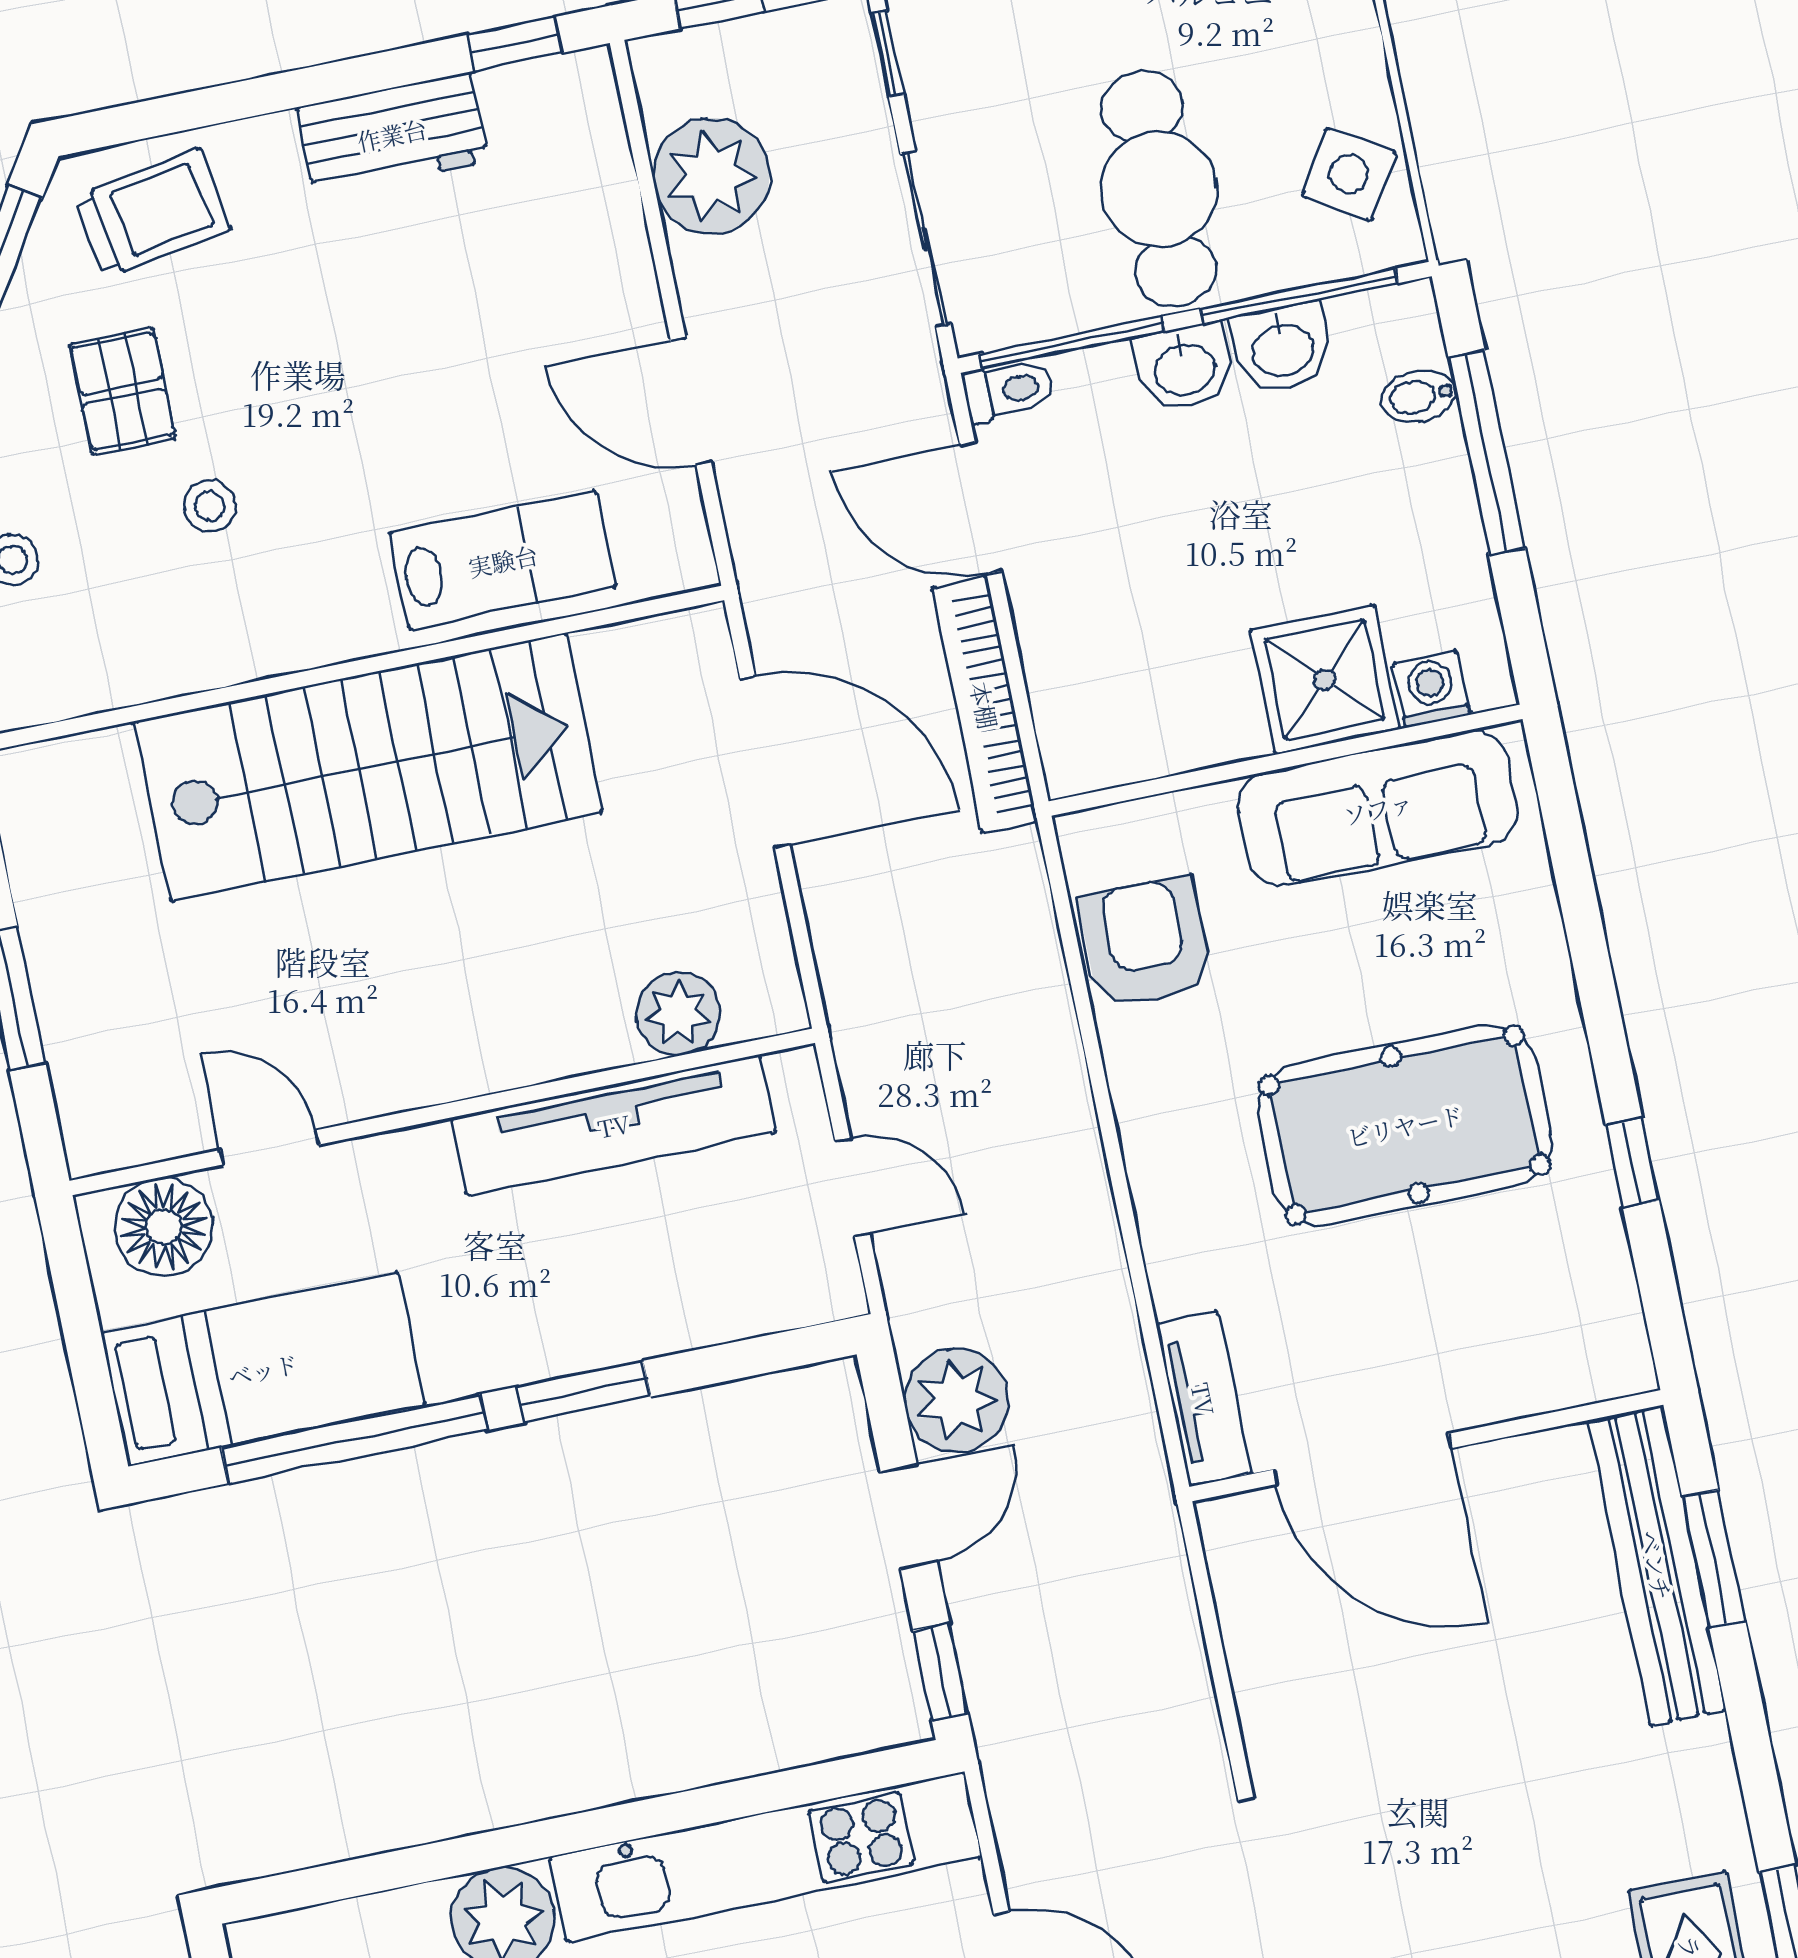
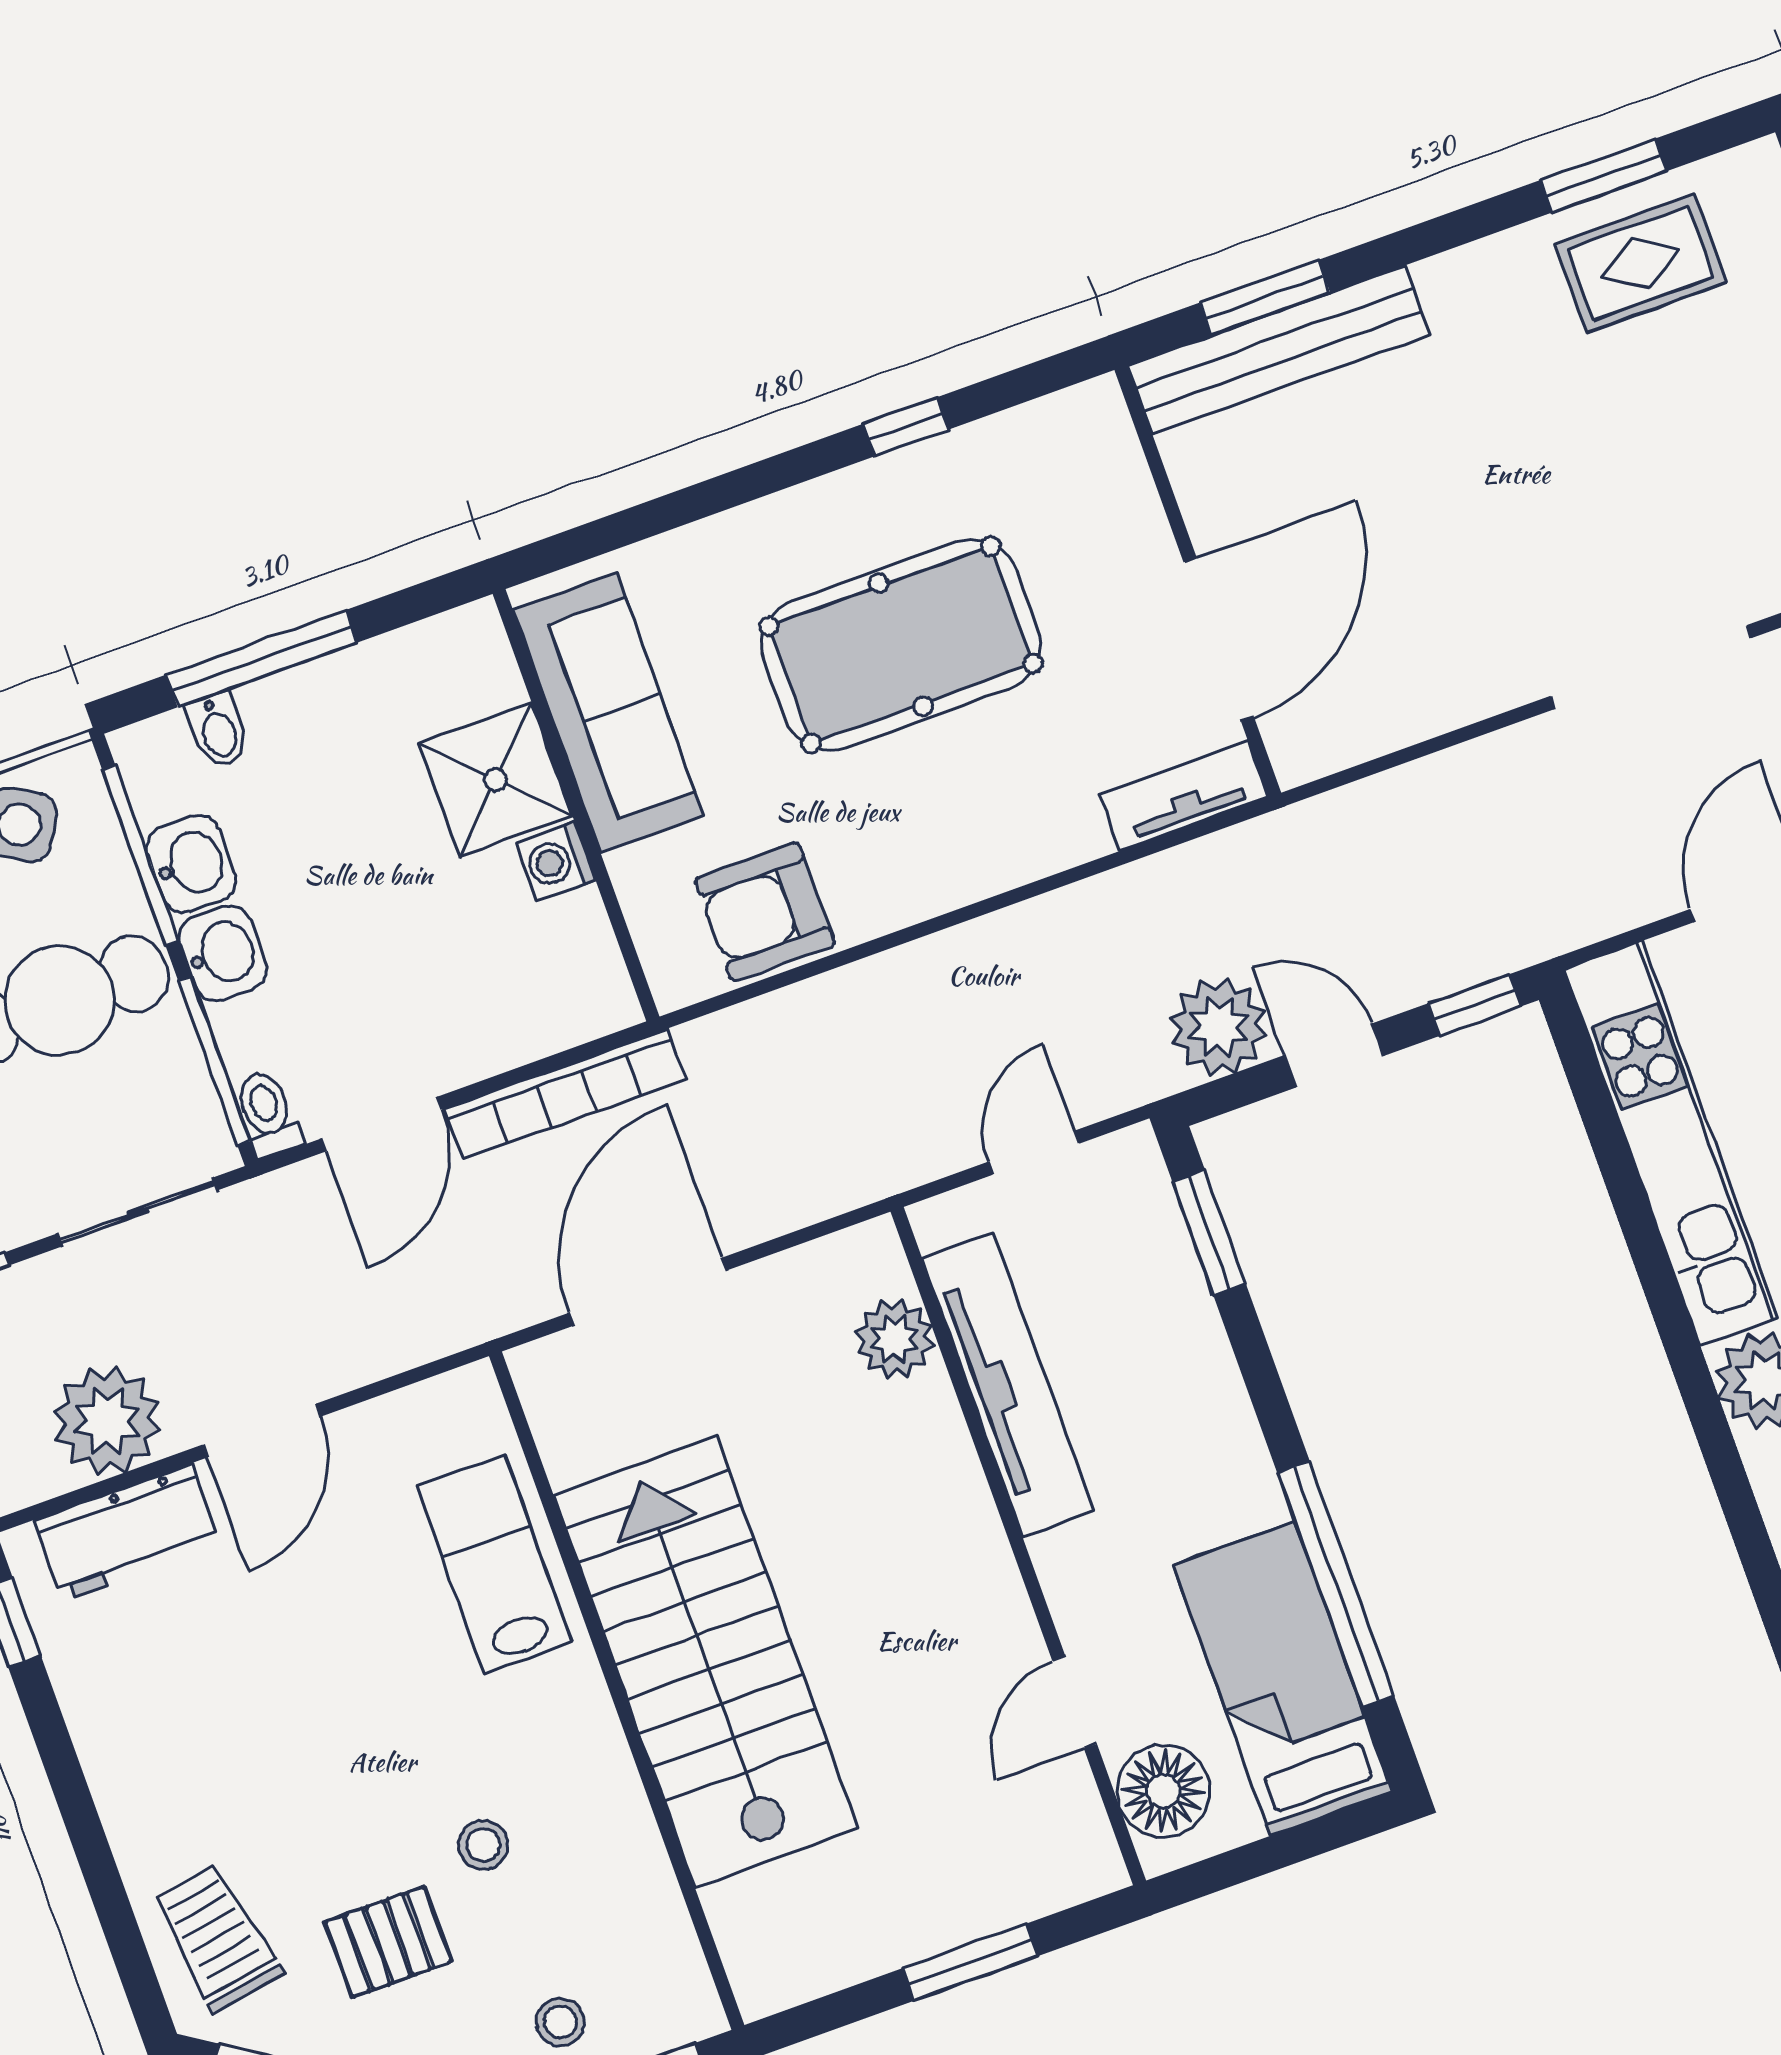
workbench: (392, 134) -> (127, 1532), moved, turned 90
door: (691, 401) -> (262, 1431), moved
washing machine: (1431, 689) -> (556, 861), moved
pool table: (1405, 1125) -> (901, 645), turned 90
window: (584, 1392) -> (1209, 1233), moved

